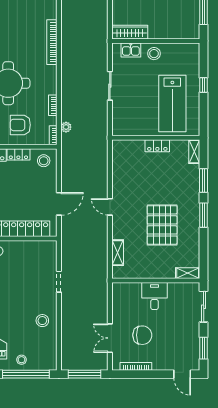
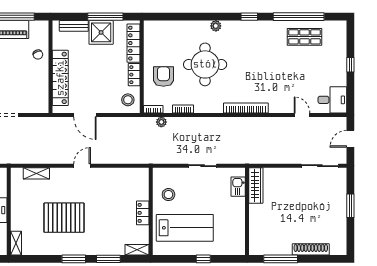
stool: (154, 54) -> (168, 195), moved
lab bench: (172, 104) -> (185, 228), turned 180

